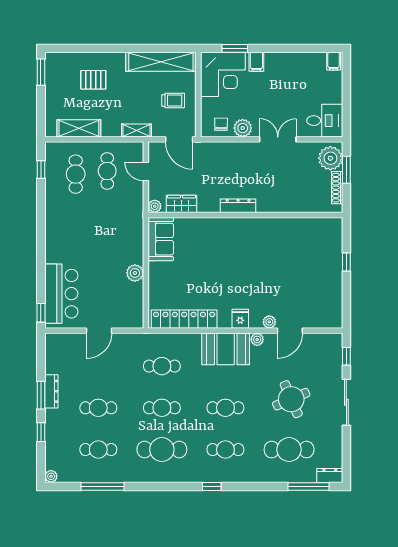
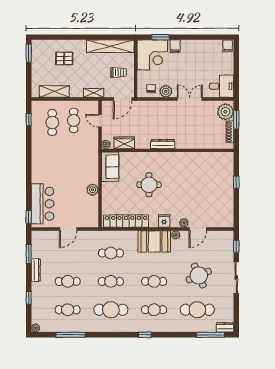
door: (179, 139) -> (123, 99), hinge flipped
round table: (218, 266) -> (149, 185), added
window: (41, 395) -> (29, 254), moved

